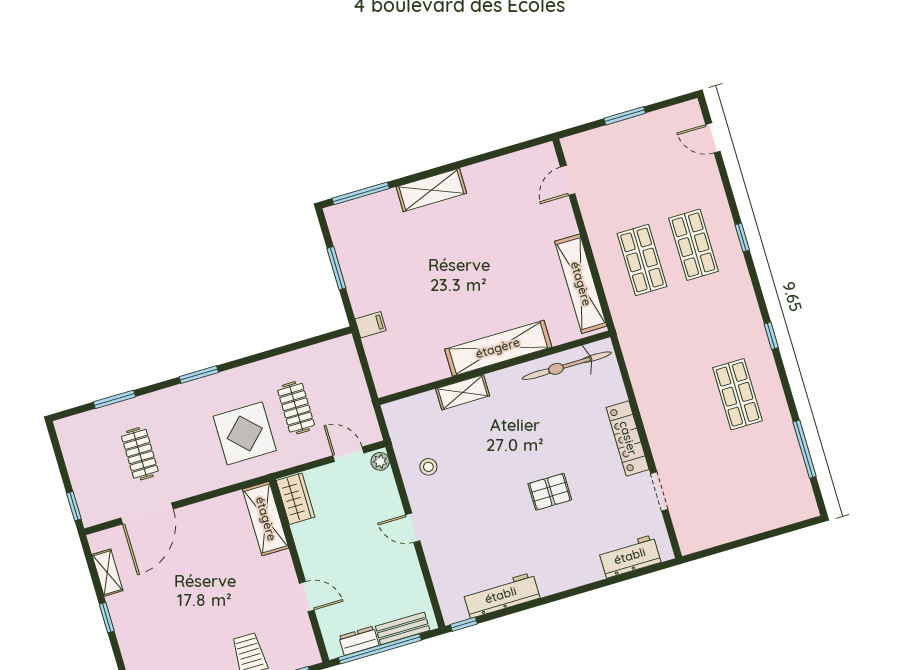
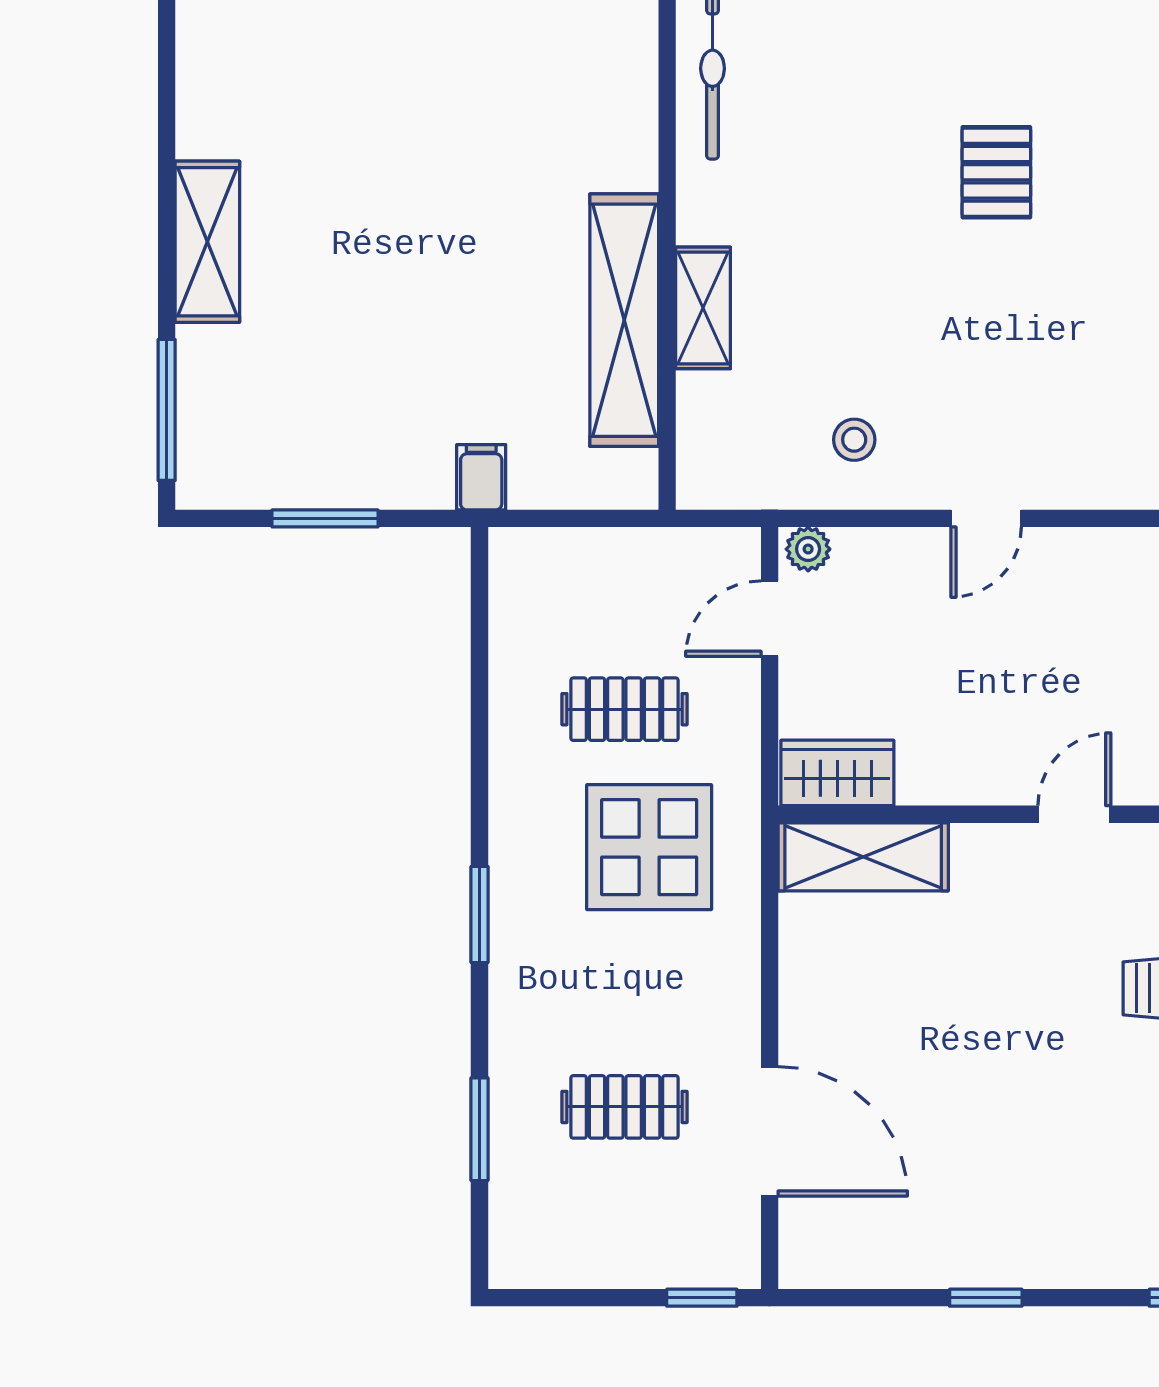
shelving: (498, 348) -> (624, 320), moved
shelving: (107, 573) -> (881, 1265), removed

